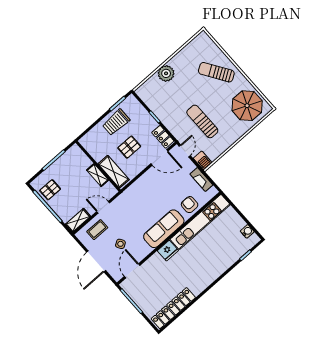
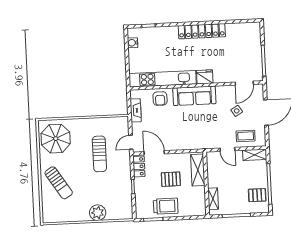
barbecue: (203, 160) -> (123, 124), removed
shelving: (98, 175) -> (213, 199), moved
locker: (173, 308) -> (202, 31), moved

